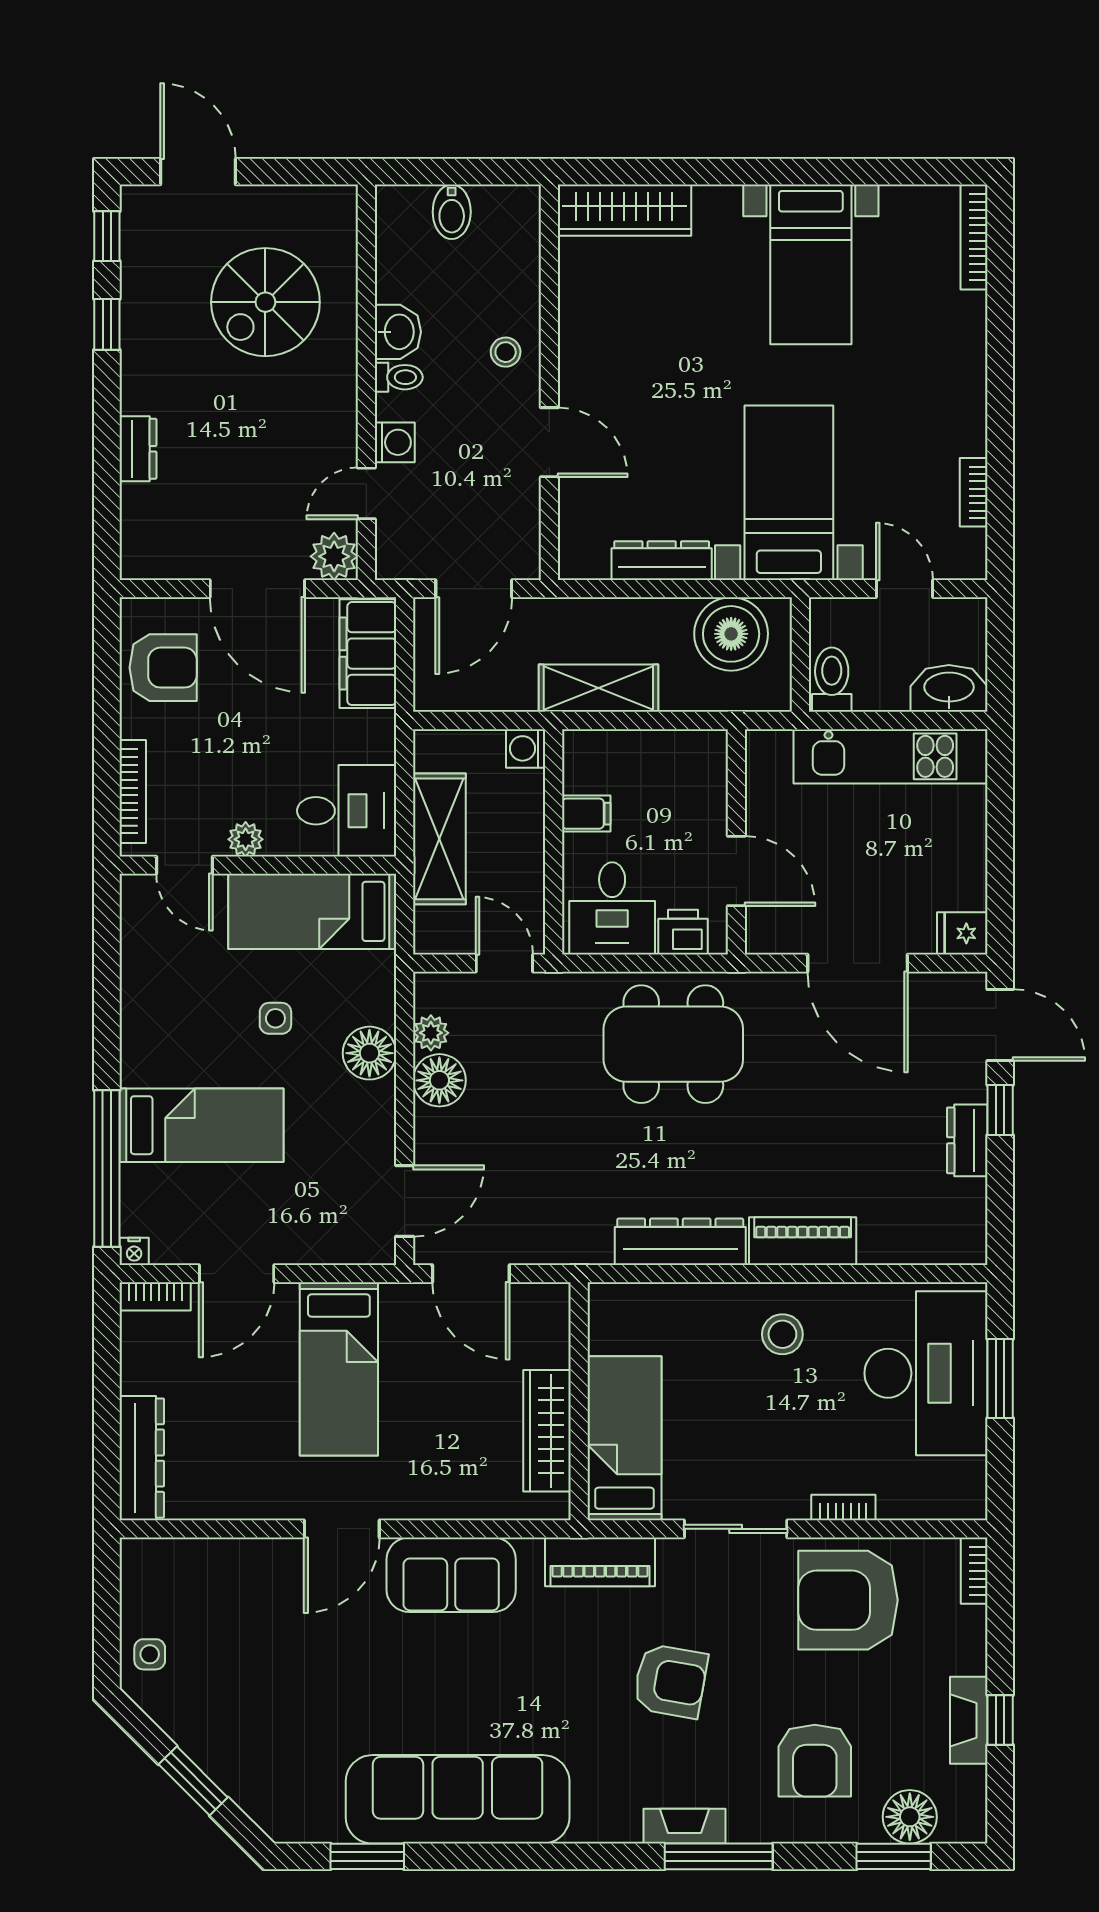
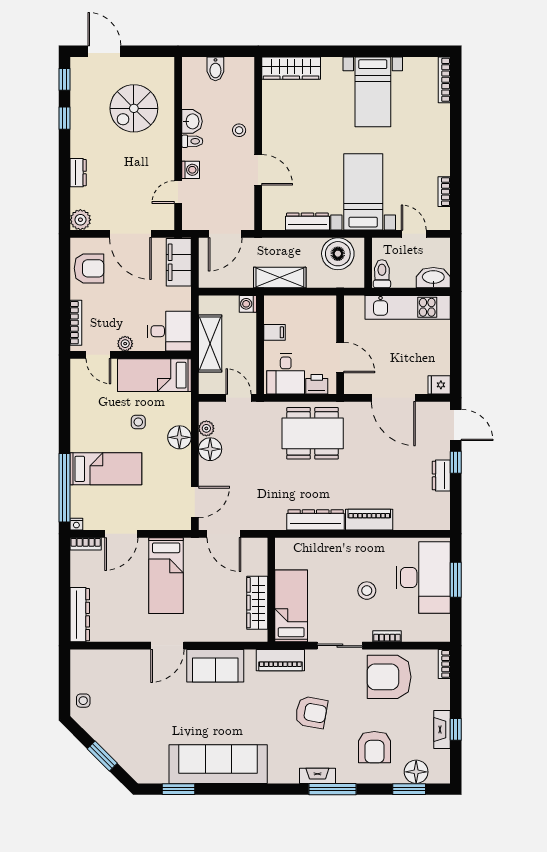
plant: (334, 556) -> (80, 220), moved
stool: (782, 1334) -> (367, 591), moved

